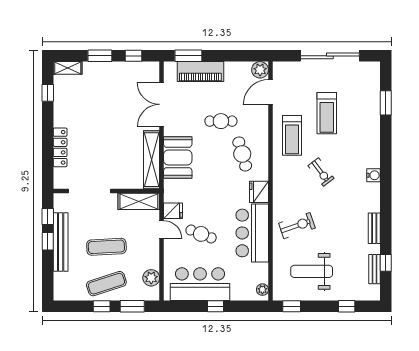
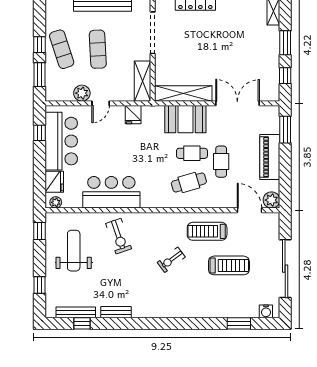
piano: (200, 72) -> (270, 157), moved
treadmill: (327, 113) -> (229, 265), turned 180
water cooler: (373, 175) -> (266, 311), moved
fridge: (259, 192) -> (54, 182), moved, turned 90
door: (162, 230) -> (101, 103), moved
cafe table: (201, 234) -> (192, 153), moved, turned 69
bench: (374, 269) -> (76, 312), width x1.36
plant: (151, 278) -> (82, 93), moved
window: (216, 306) -> (39, 133), moved

